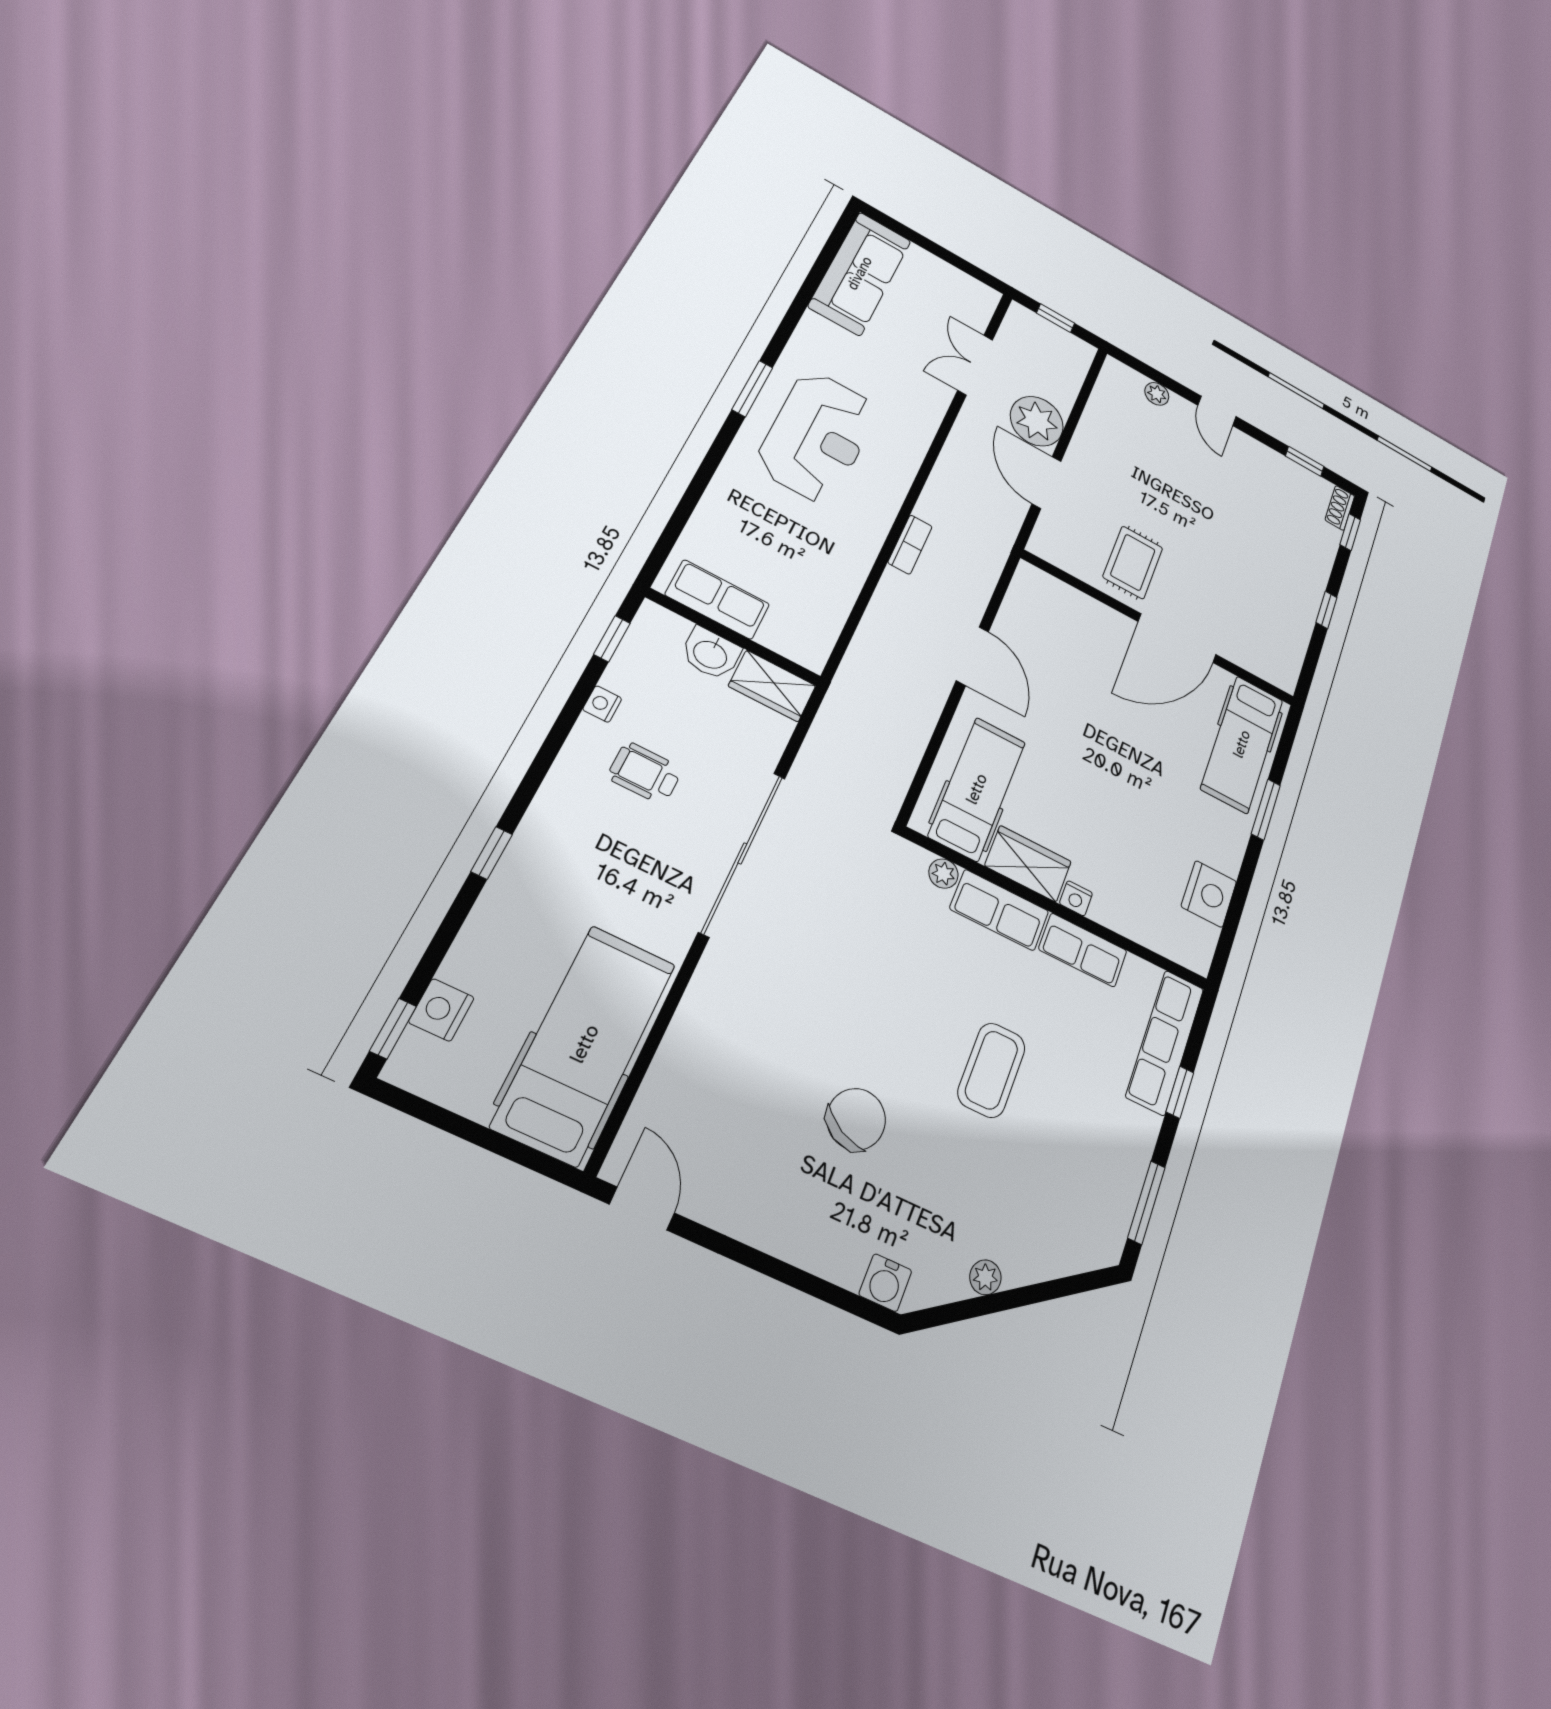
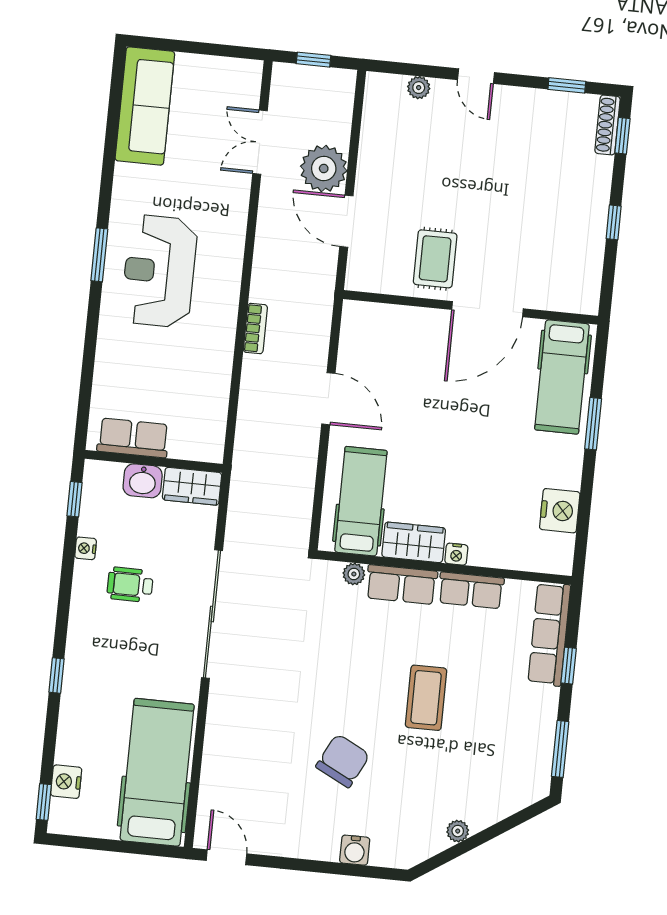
reception desk: (817, 436) -> (159, 271), turned 180
shoe rack: (1340, 508) -> (608, 125), width x1.43
water cooler: (885, 1283) -> (355, 850), moved

